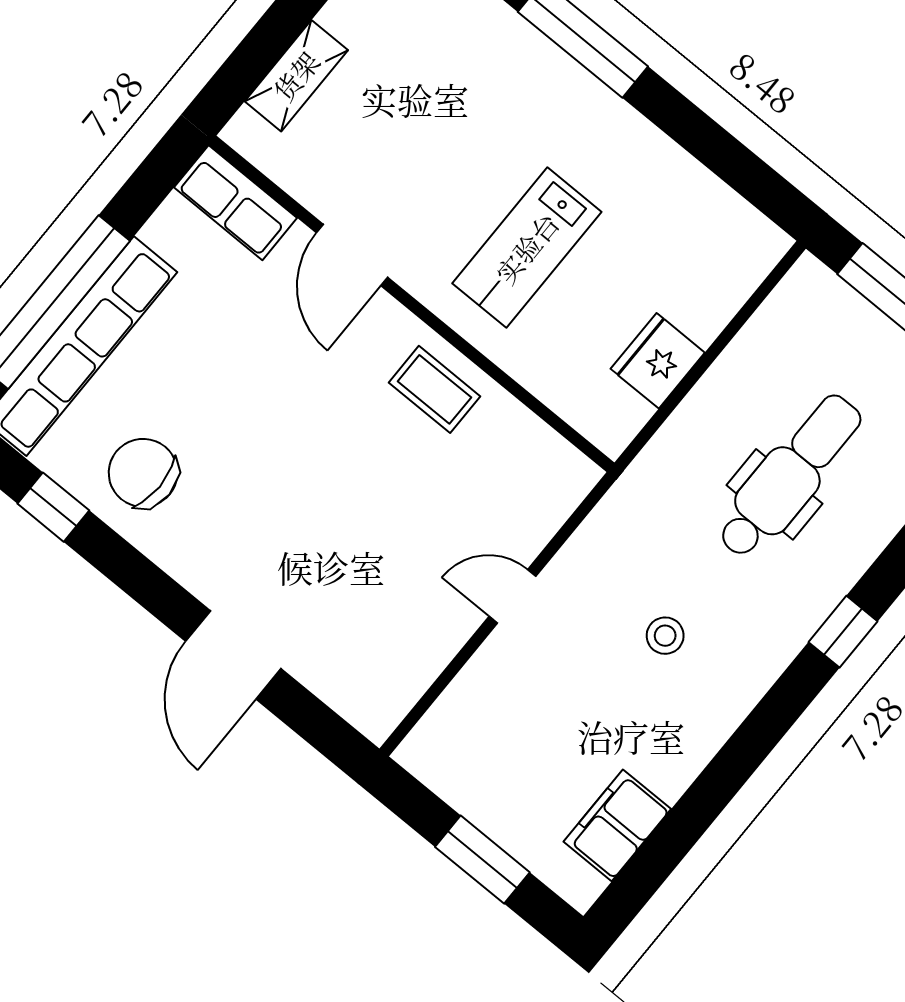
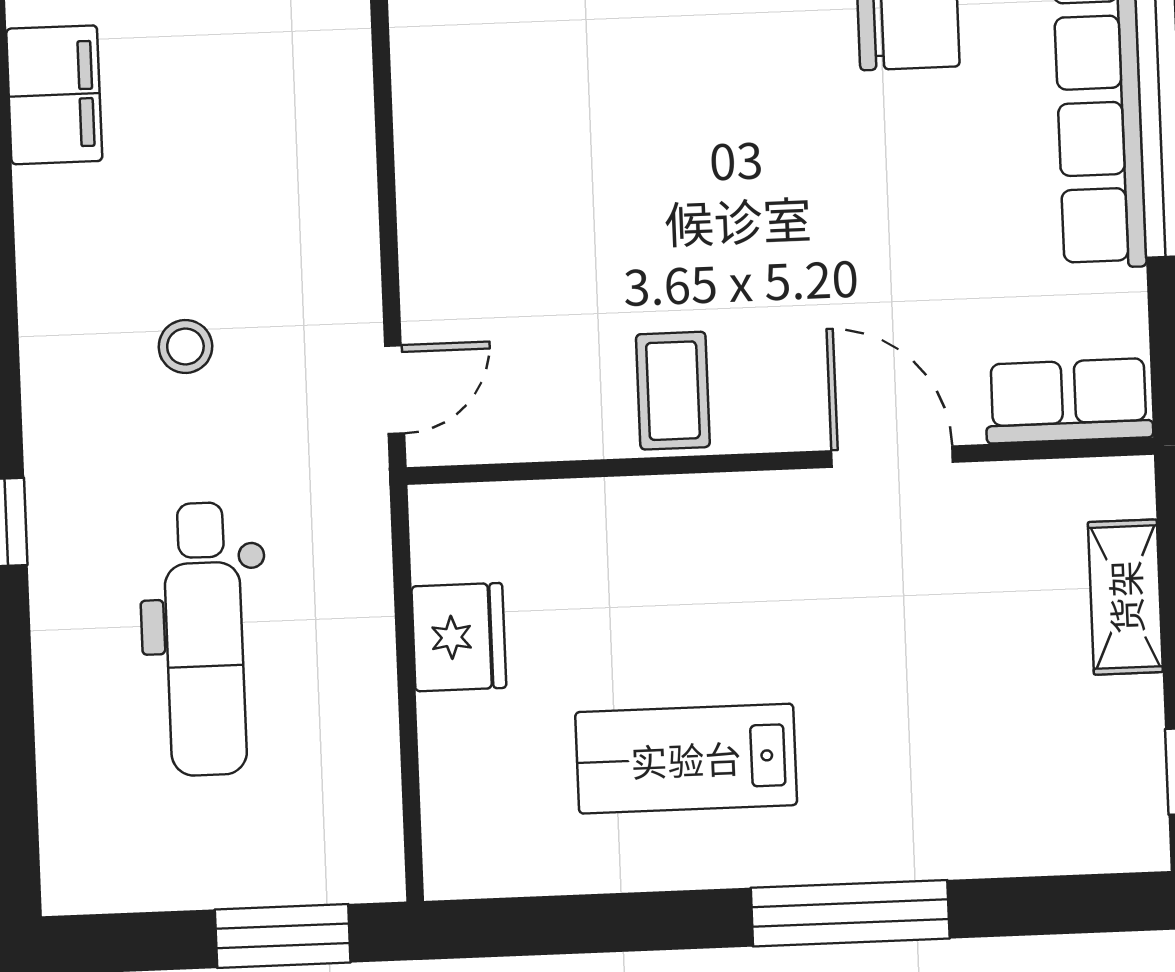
lab bench: (527, 248) -> (686, 759), moved, turned -90
coffee table: (434, 389) -> (673, 391), turned 90
door: (512, 596) -> (395, 390), moved

